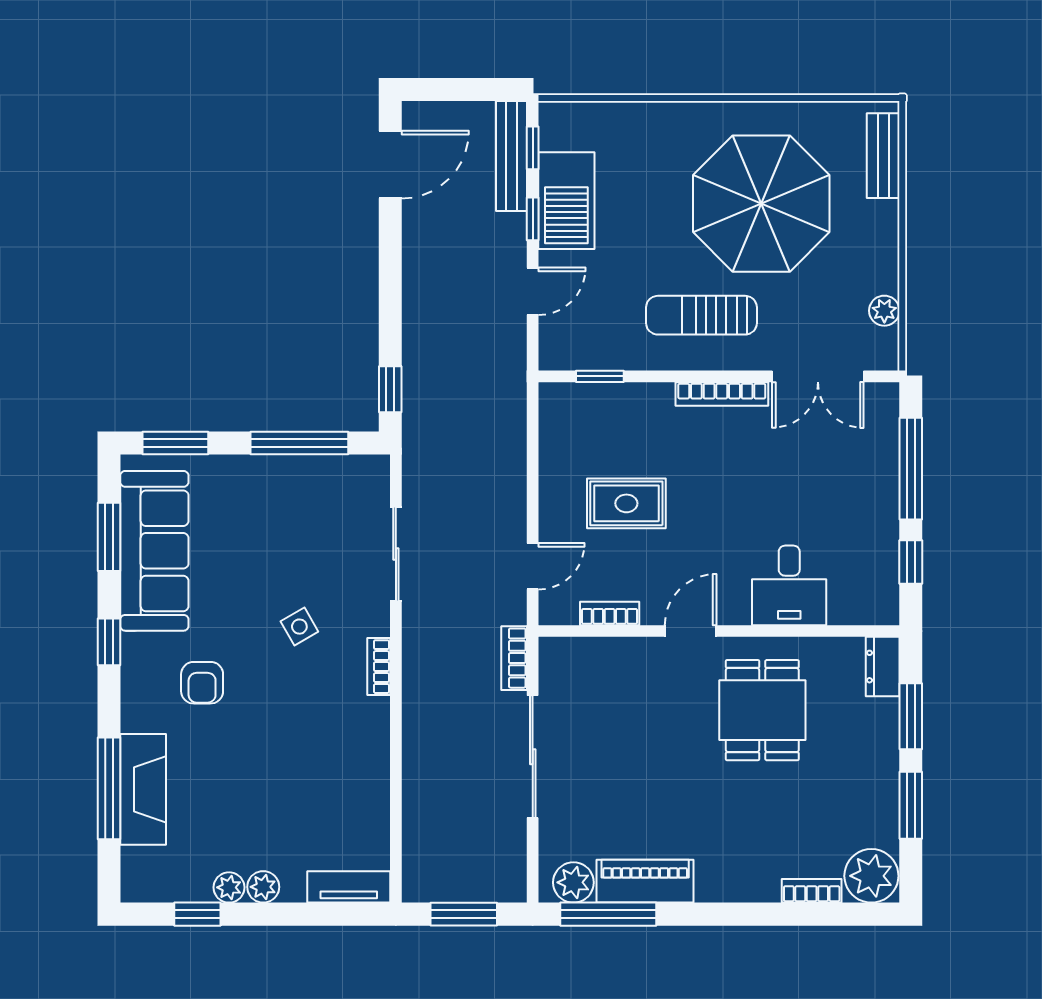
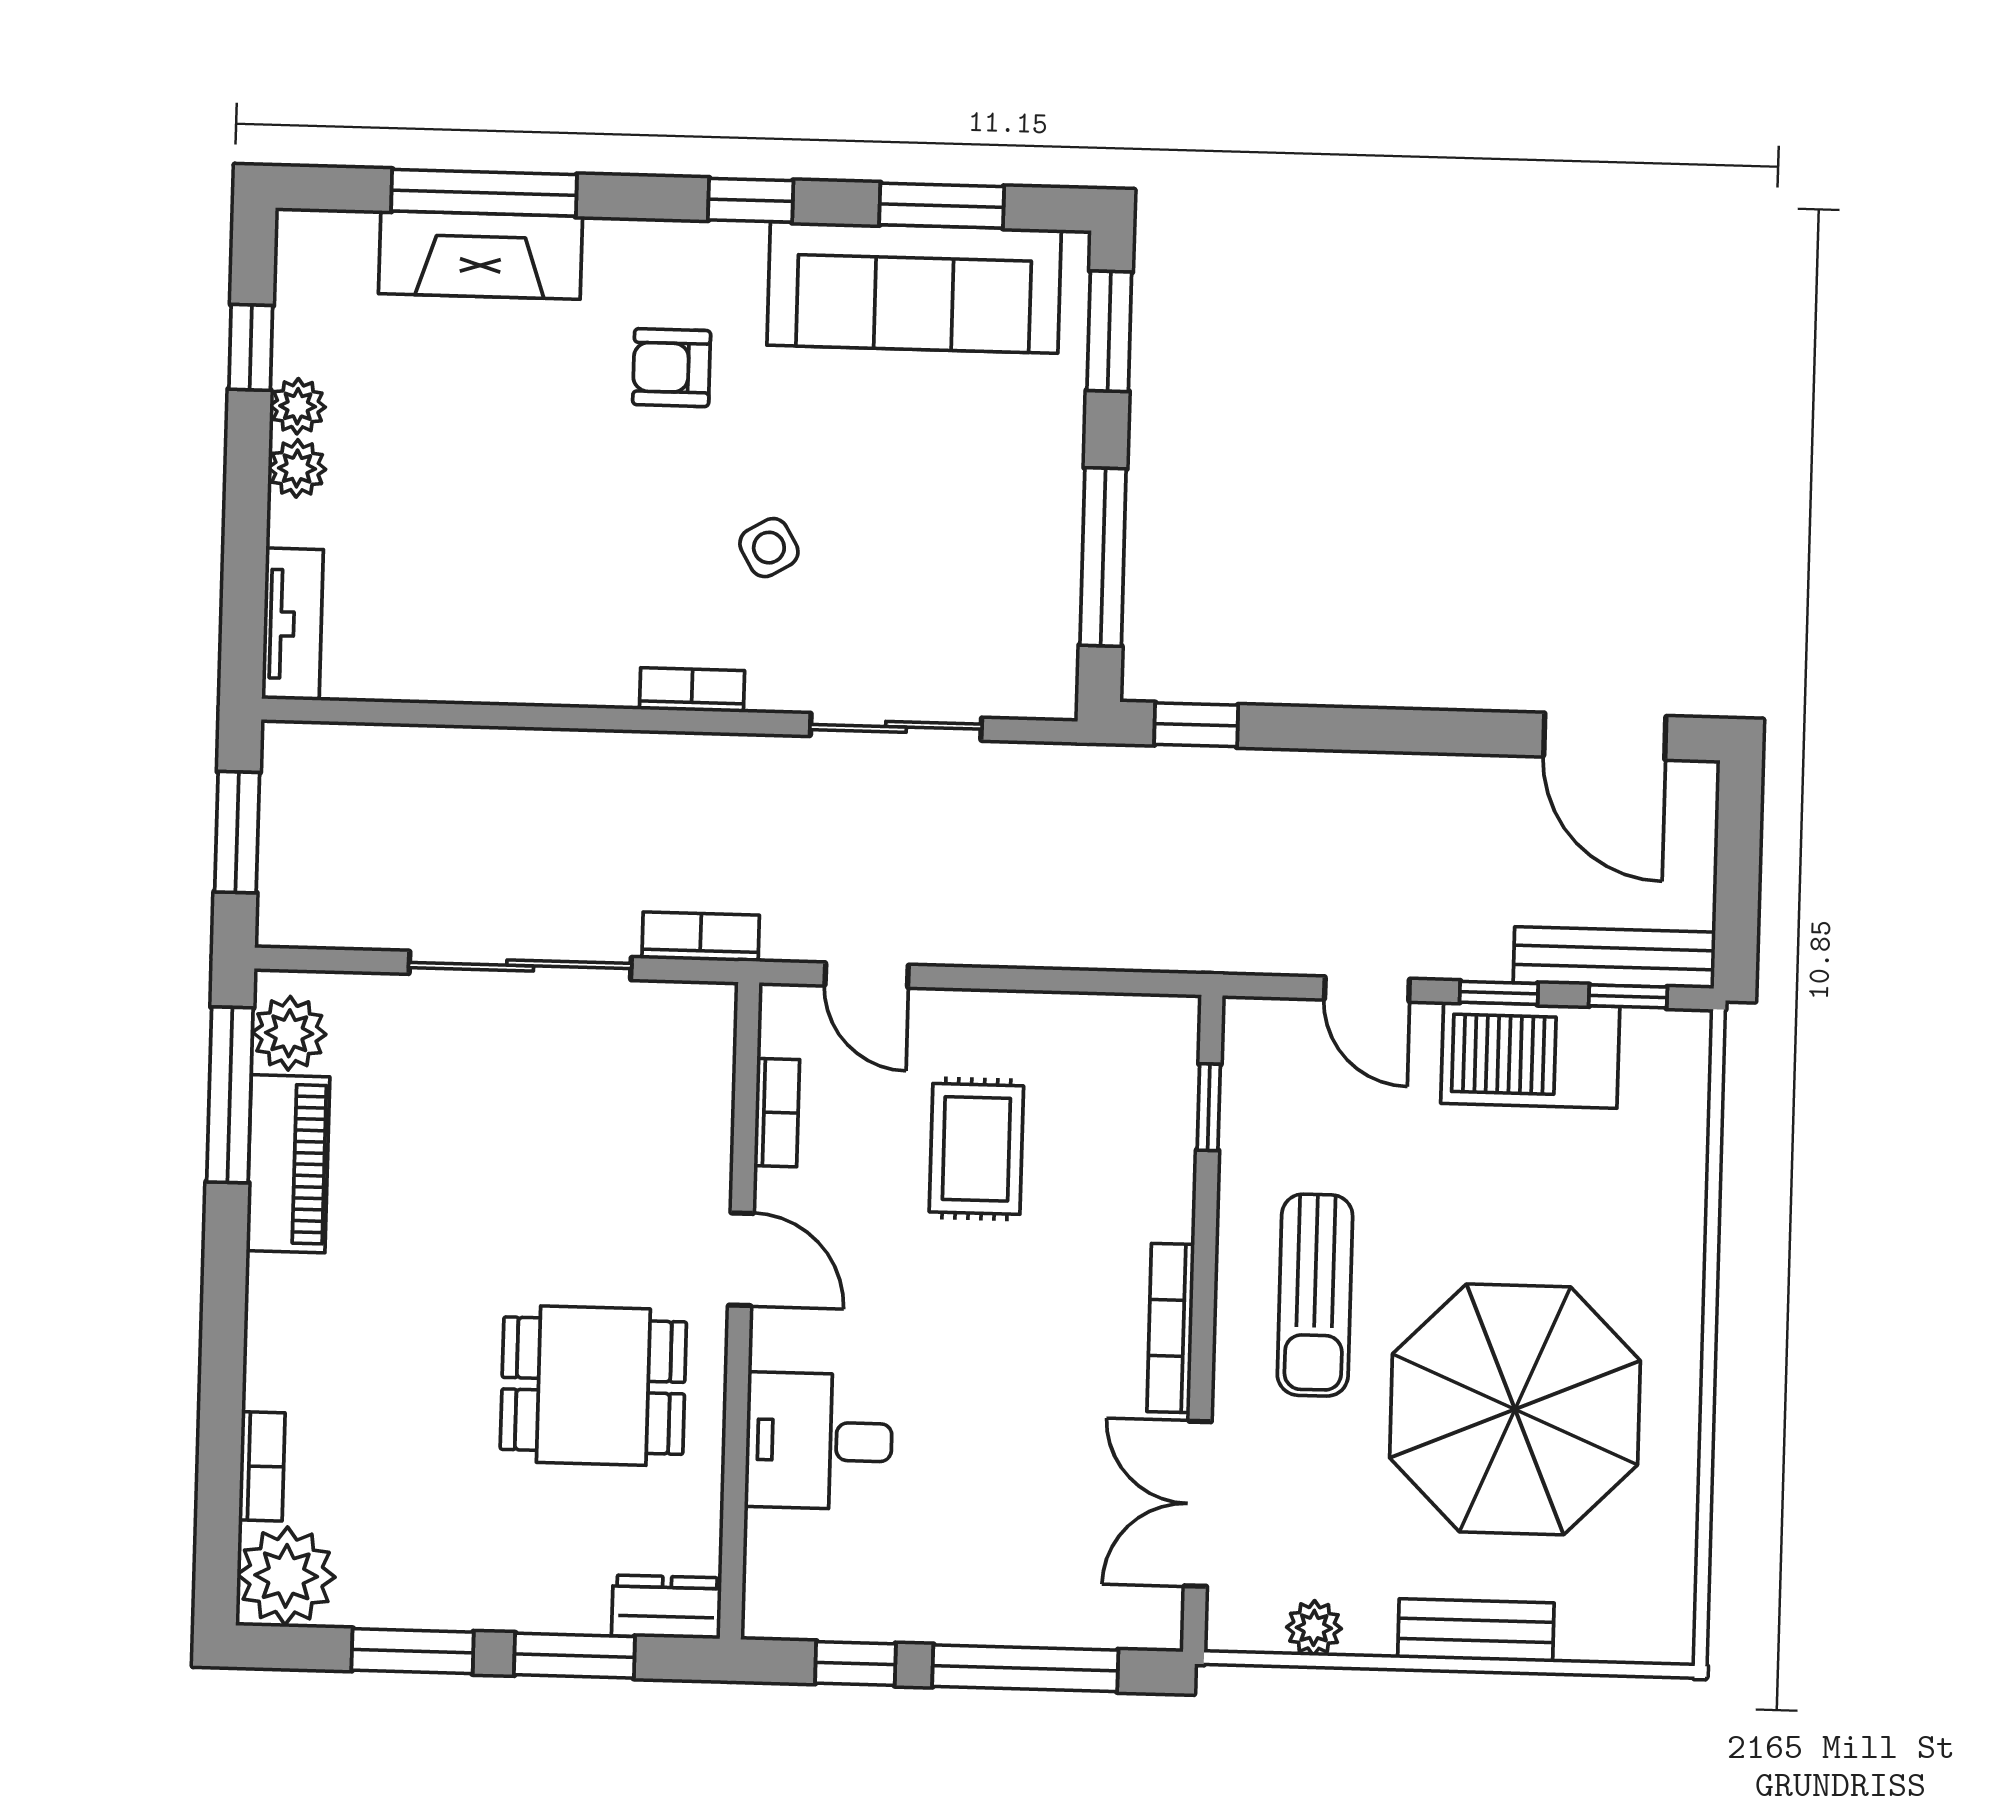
bench: (883, 156) -> (1476, 1630), moved
sun lounger: (701, 315) -> (1315, 1295), turned 180

